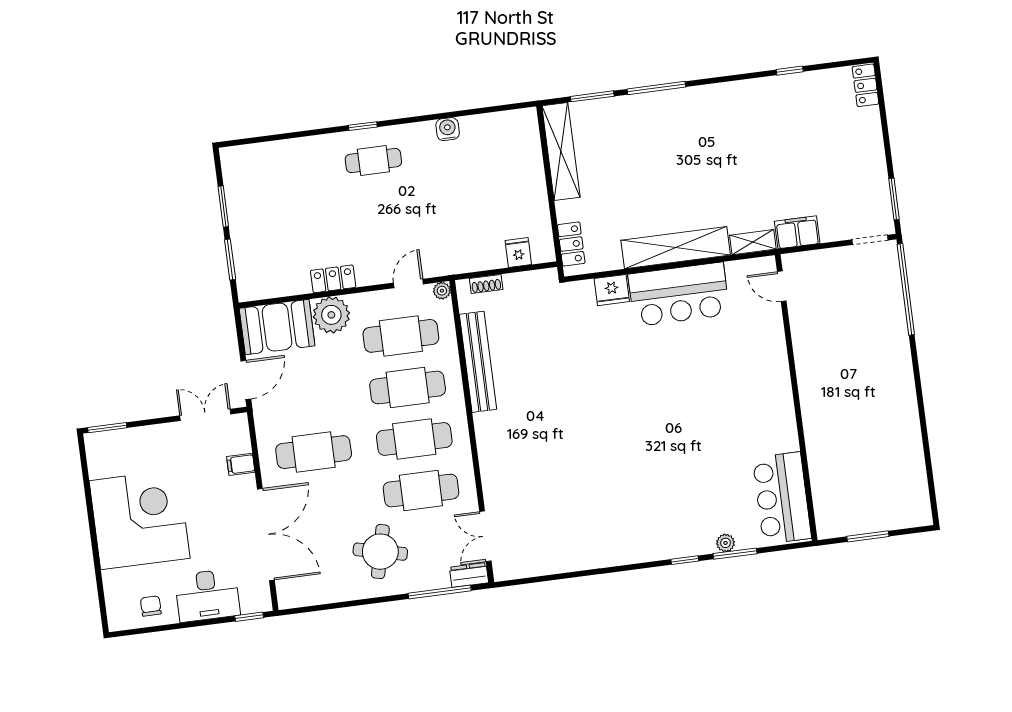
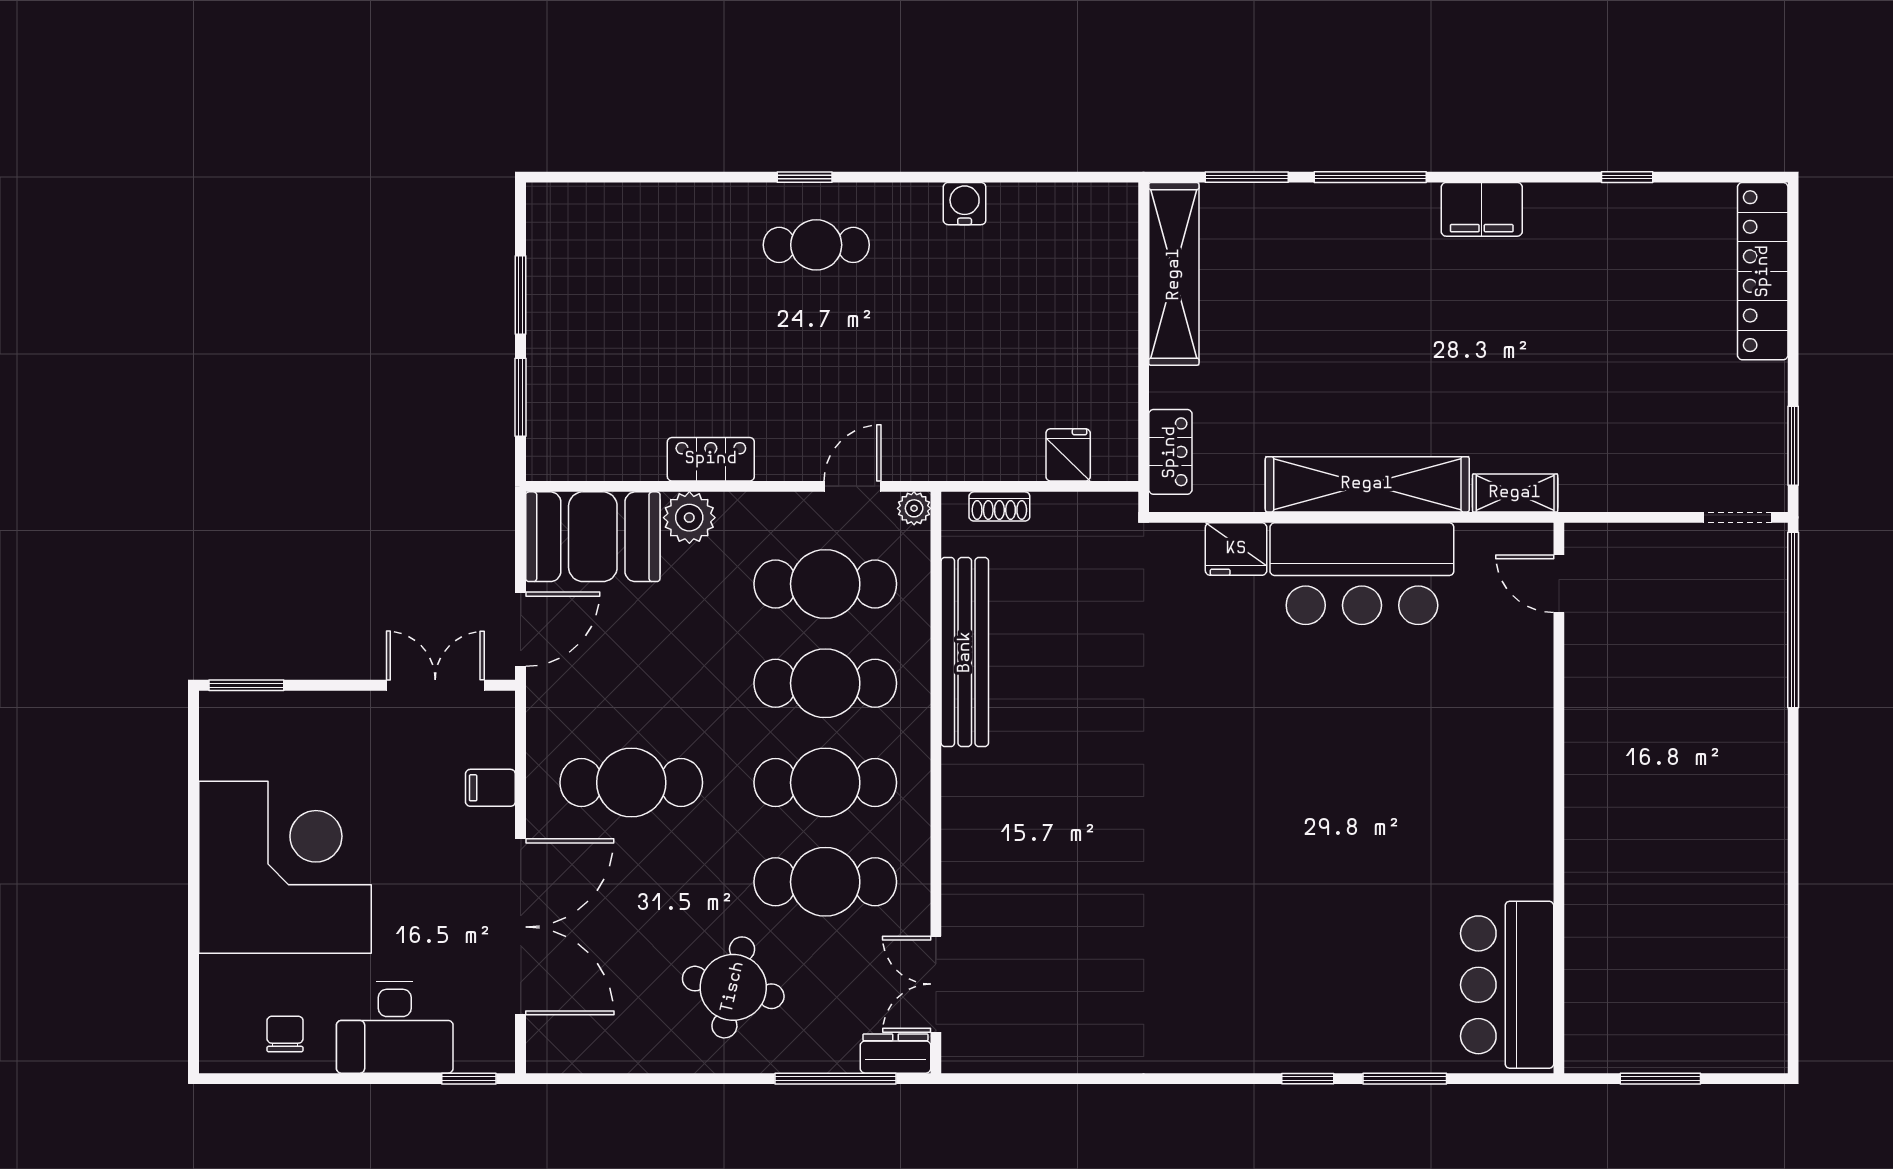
locker: (866, 85) -> (1763, 271), width x2.16, depth x1.21
filing cabinet: (797, 232) -> (1482, 209), moved, turned 180
plant: (331, 315) -> (689, 518), width x0.73, depth x0.73
plant: (725, 543) -> (1389, 1056), removed

